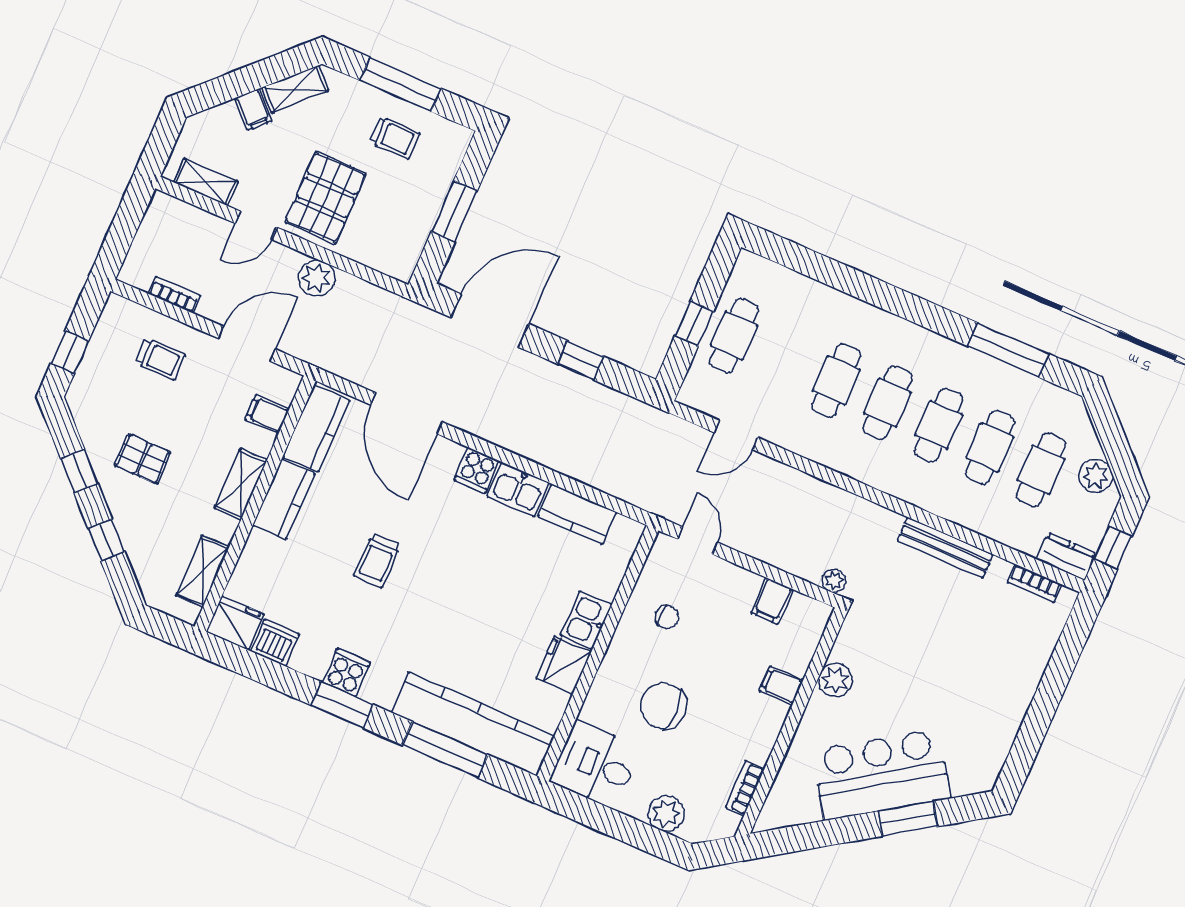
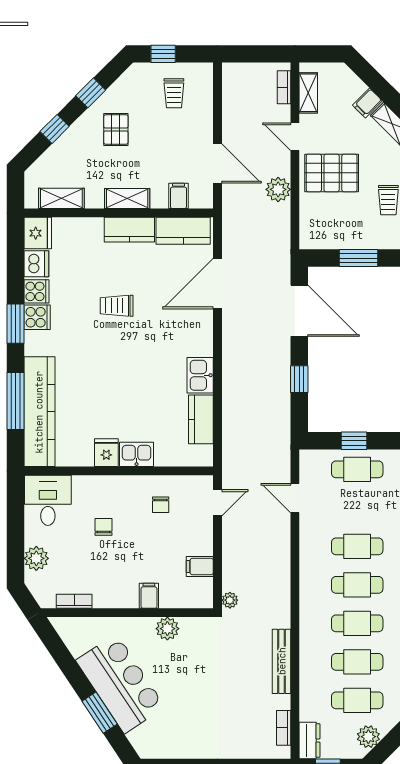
bookcase: (174, 295) -> (284, 87), moved, turned 180
trolley: (160, 359) -> (174, 93), moved
cooker: (477, 470) -> (36, 291), moved, turned 180
fridge: (564, 665) -> (106, 453), width x0.72
chair: (663, 706) -> (103, 527), width x0.54, depth x0.54

